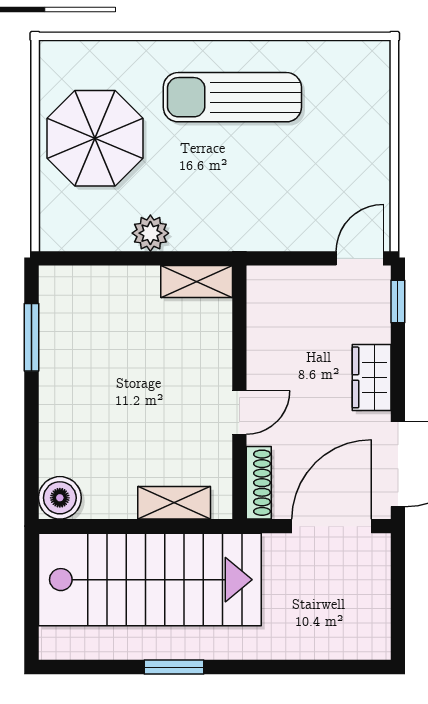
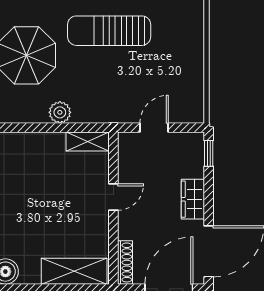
door: (360, 258) -> (154, 128), moved
door: (239, 412) -> (113, 197), moved
shelving: (174, 503) -> (74, 271), width x1.50, depth x1.33

